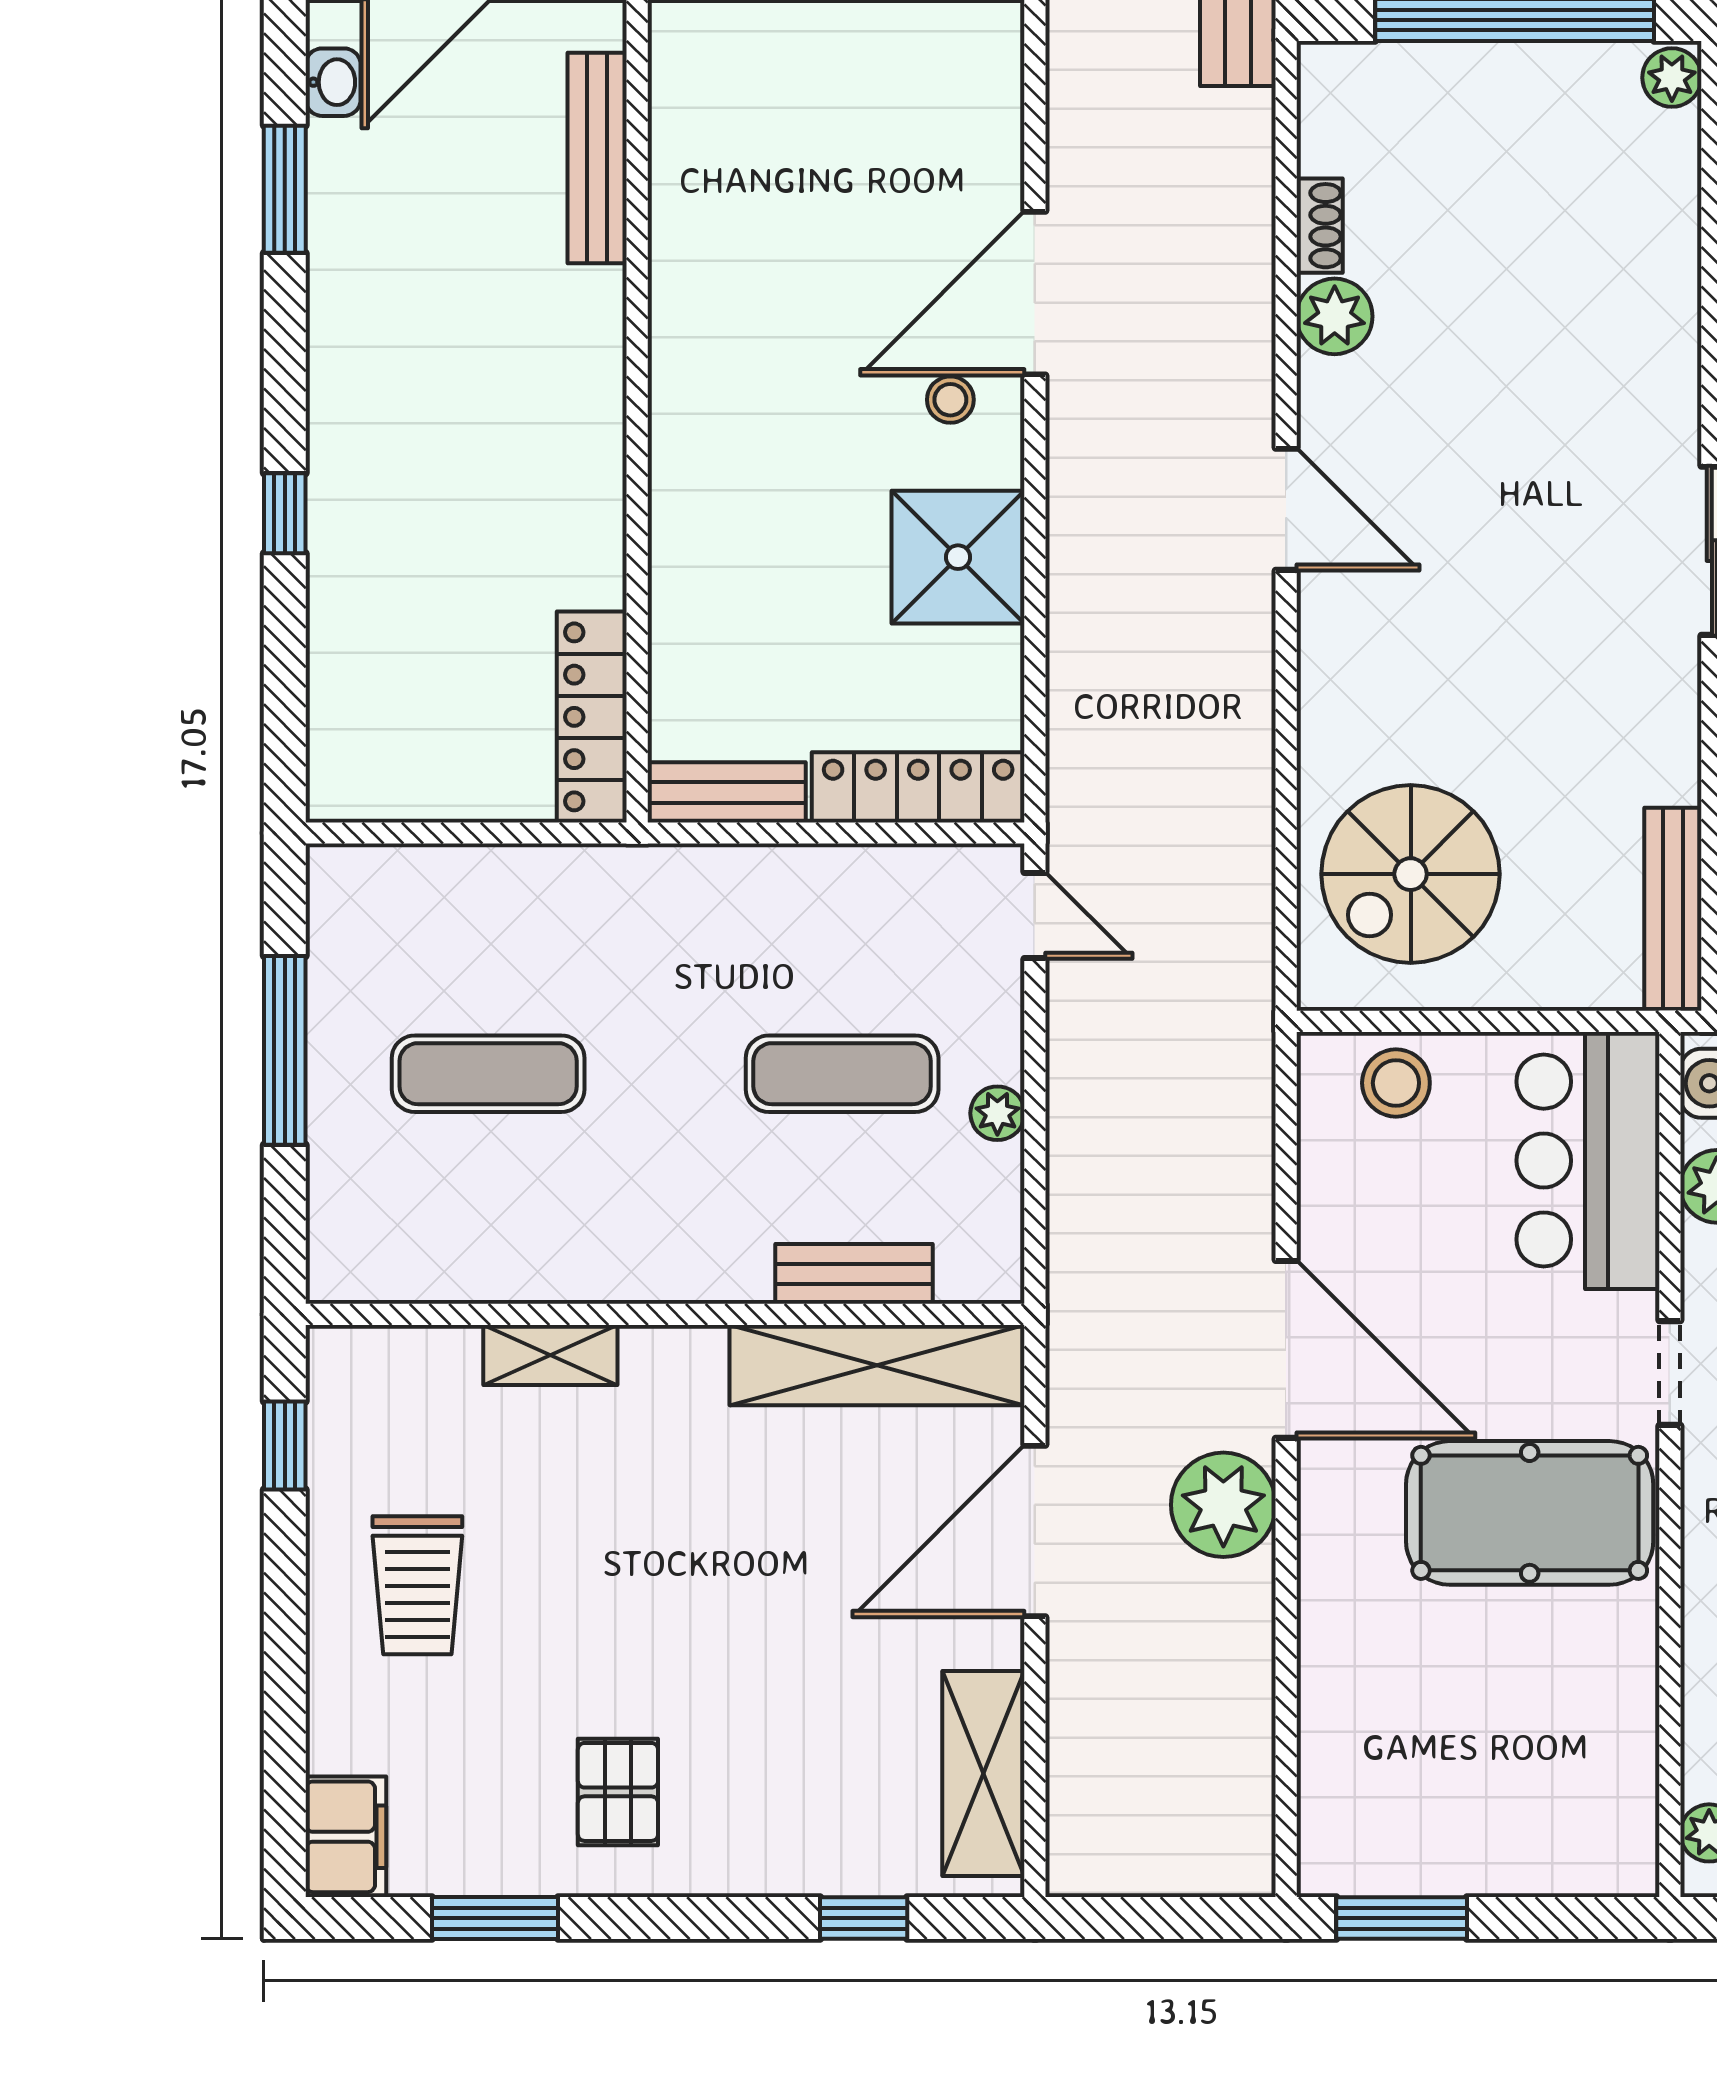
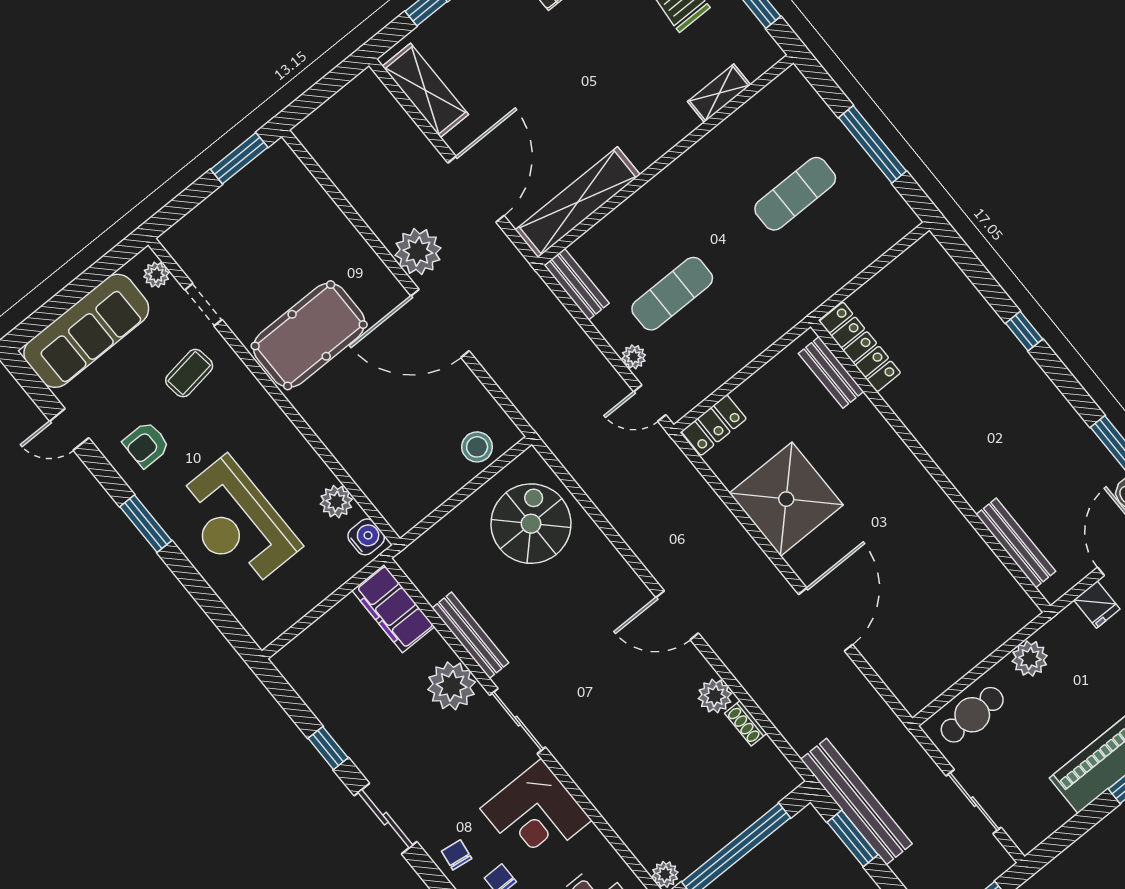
stool: (950, 400) -> (825, 559), removed
shower: (958, 557) -> (786, 499), width x1.37, depth x1.37
locker: (918, 787) -> (714, 425), width x0.66
bench: (727, 792) -> (831, 372), moved, turned 90
bench: (1673, 909) -> (470, 635), moved
plant: (997, 1113) -> (634, 357), moved
bar counter: (1588, 1161) -> (388, 474), removed
bench: (854, 1274) -> (577, 284), moved, turned 90
shelving: (550, 1355) -> (719, 93), moved
doorway: (1670, 1373) -> (203, 305), moved

